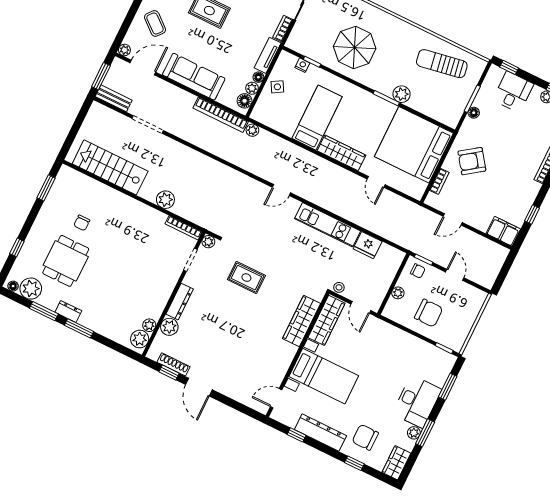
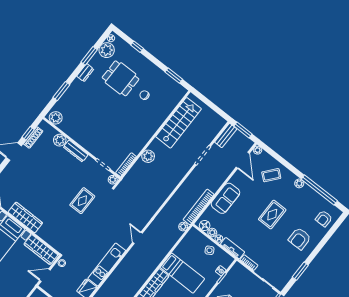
sofa: (194, 77) -> (225, 198), width x0.73
wardrobe: (301, 321) -> (25, 217), moved
plant: (149, 325) -> (64, 126), removed
window: (79, 328) -> (61, 91), moved

